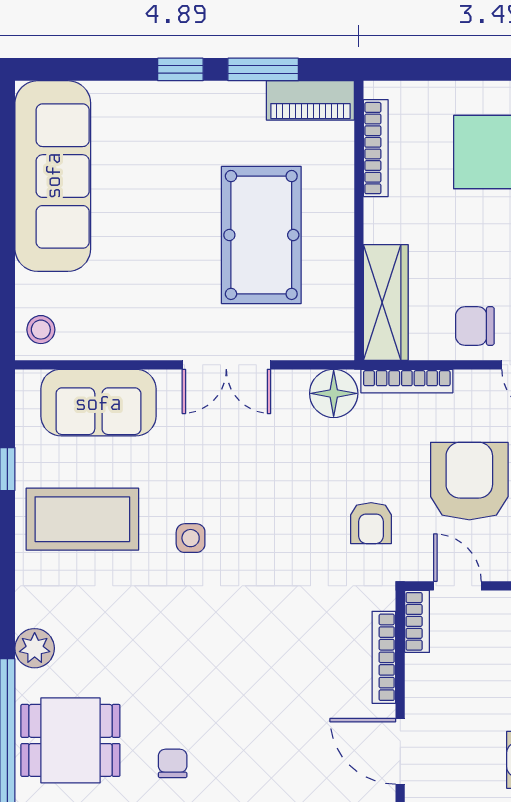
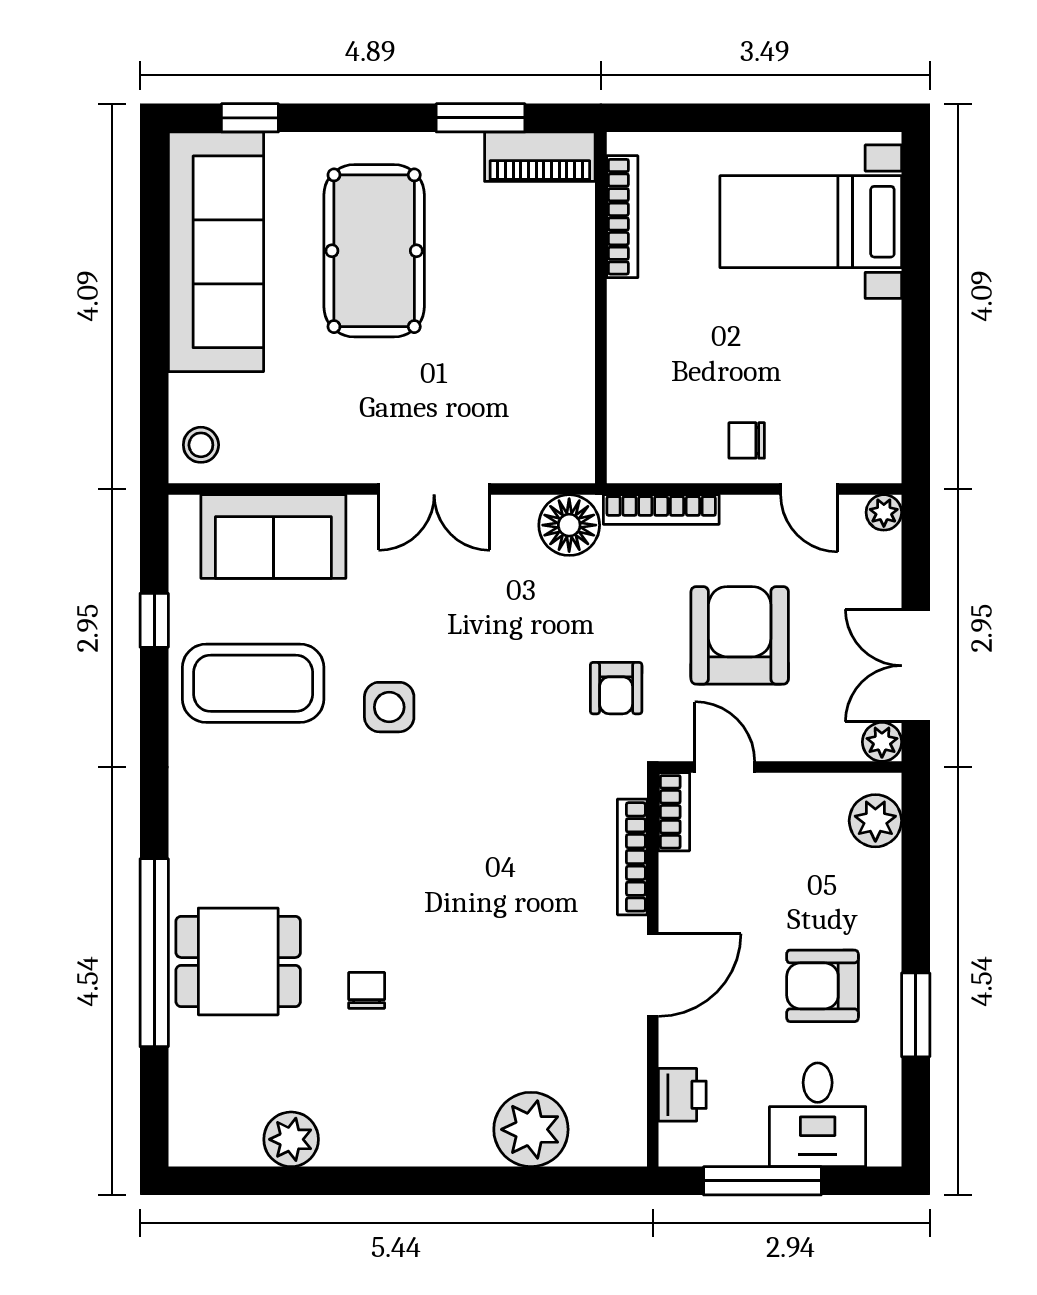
window: (180, 69) -> (250, 118), moved
pool table: (261, 235) -> (374, 251), moved
wardrobe: (386, 302) -> (635, 411), removed
chair: (475, 326) -> (747, 440), width x0.73, depth x0.73
side table: (191, 538) -> (389, 707), width x1.37, depth x1.37
plant: (35, 648) -> (193, 845), removed
door: (400, 751) -> (653, 975), swing flipped

